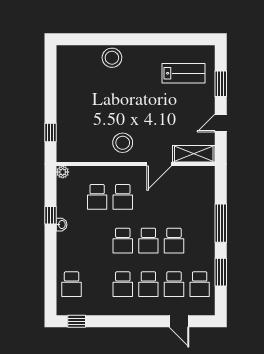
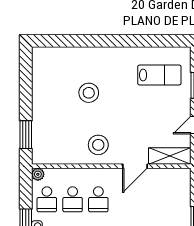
stool: (112, 58) -> (89, 93), moved
window: (50, 132) -> (26, 135), width x1.50
school desk: (72, 197) -> (47, 199), added

